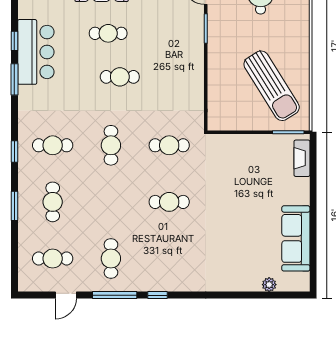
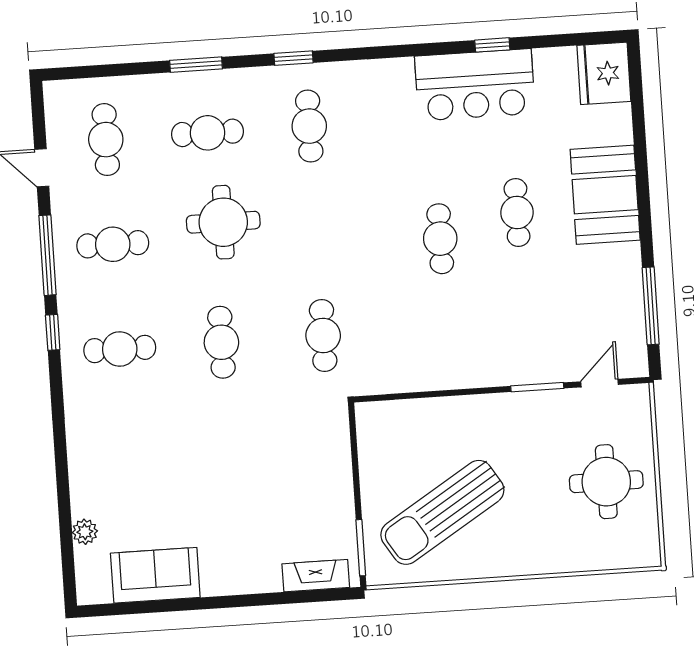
window: (14, 79) -> (423, 50), removed
cafe table: (111, 145) -> (120, 349), moved
round table: (103, 196) -> (223, 222), added
sofa: (296, 238) -> (155, 575), width x0.73

